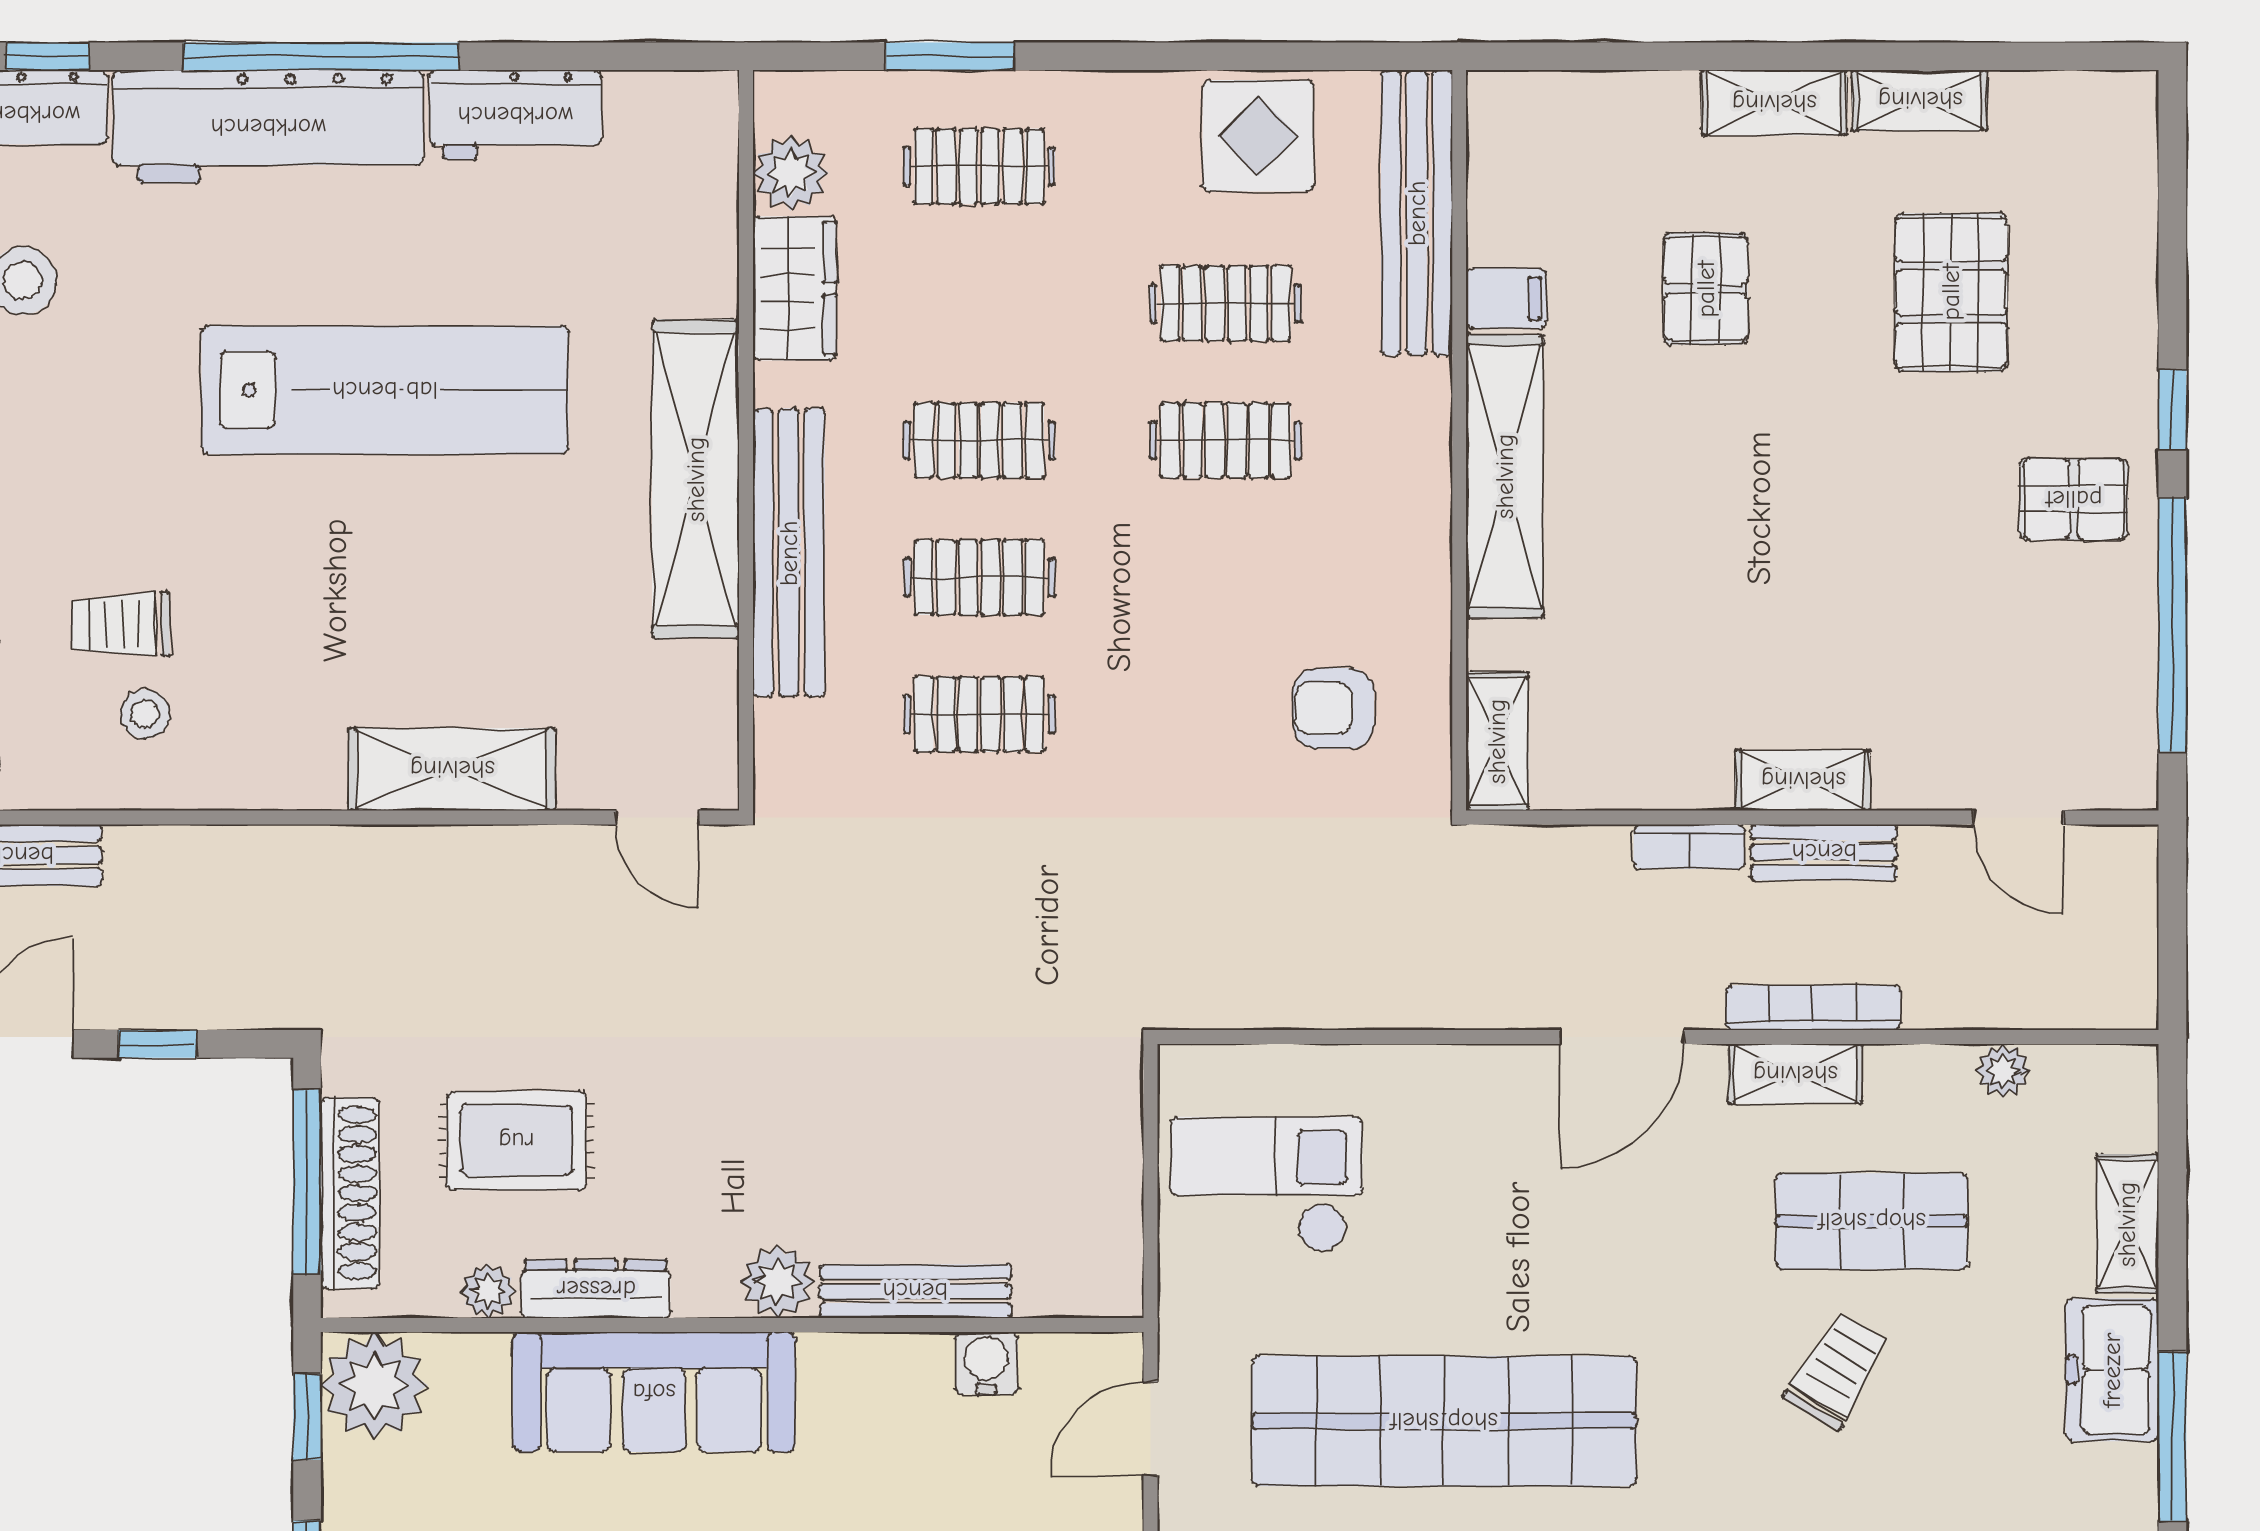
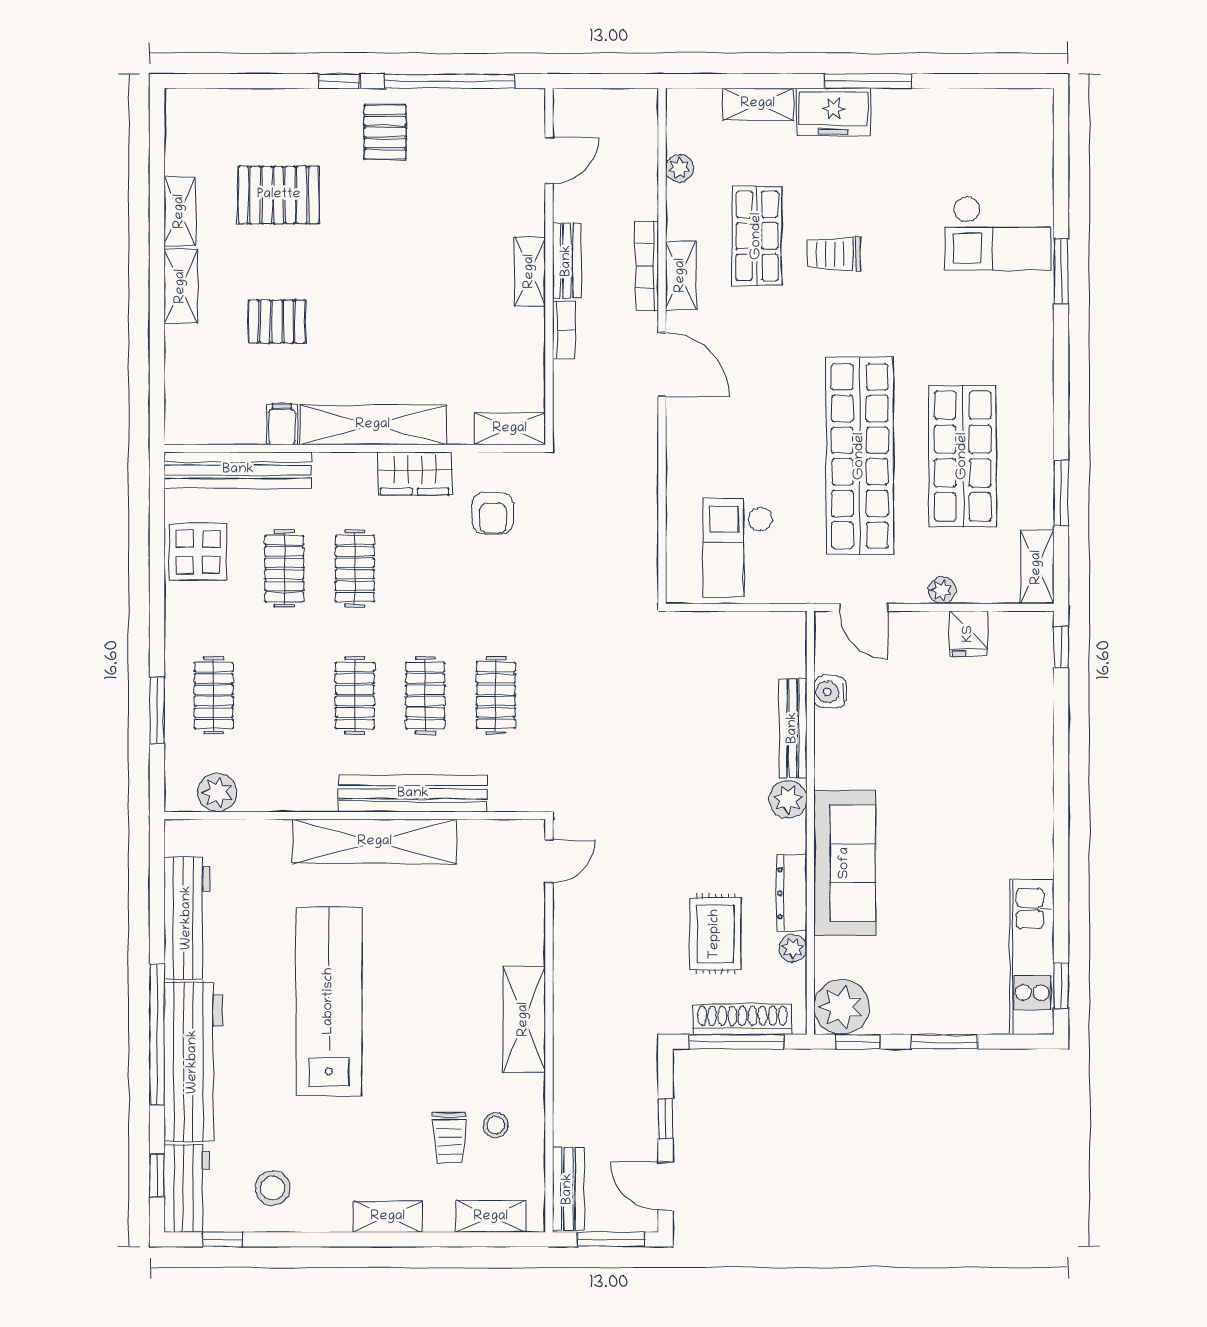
workbench: (515, 115) -> (187, 918), width x1.37
wardrobe: (795, 288) -> (415, 473), moved, turned 180
shelving: (452, 769) -> (524, 1019), moved
trolley: (1837, 1370) -> (834, 254), turned -31

